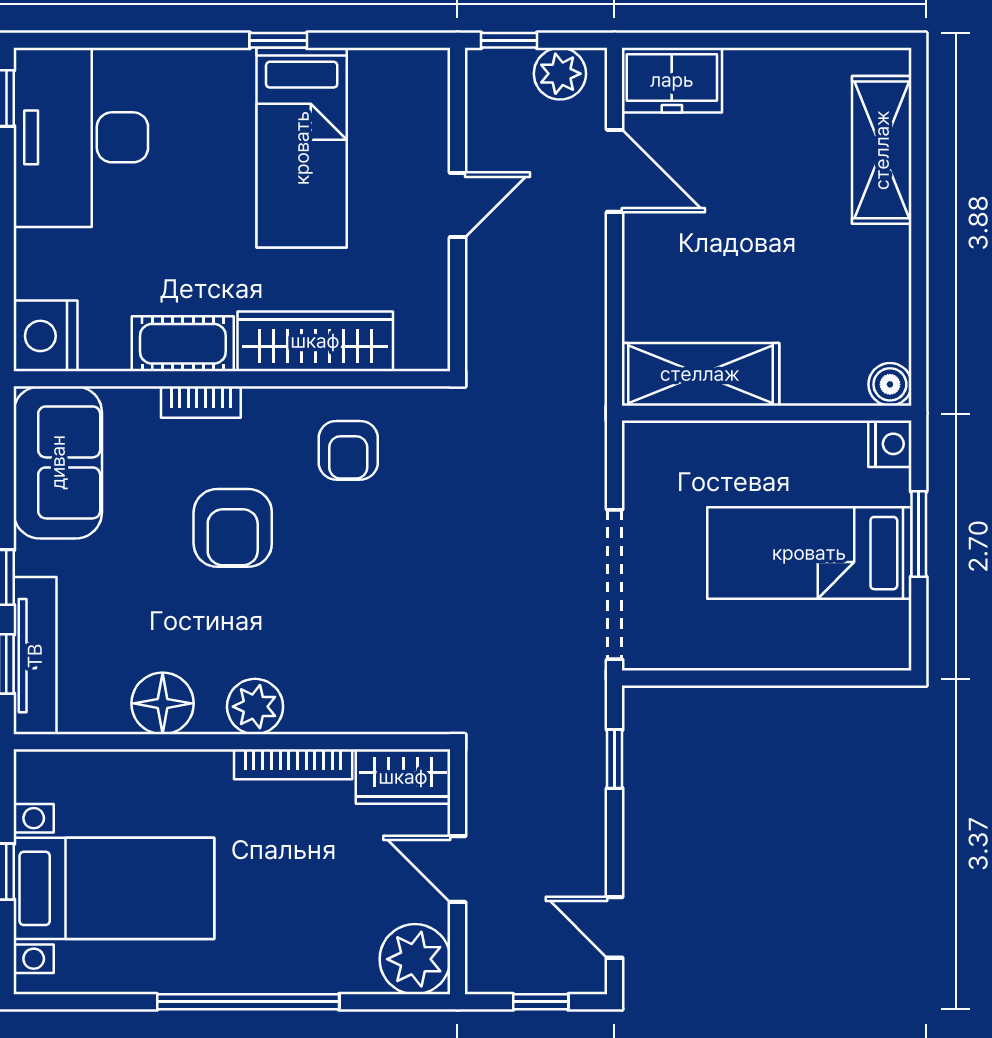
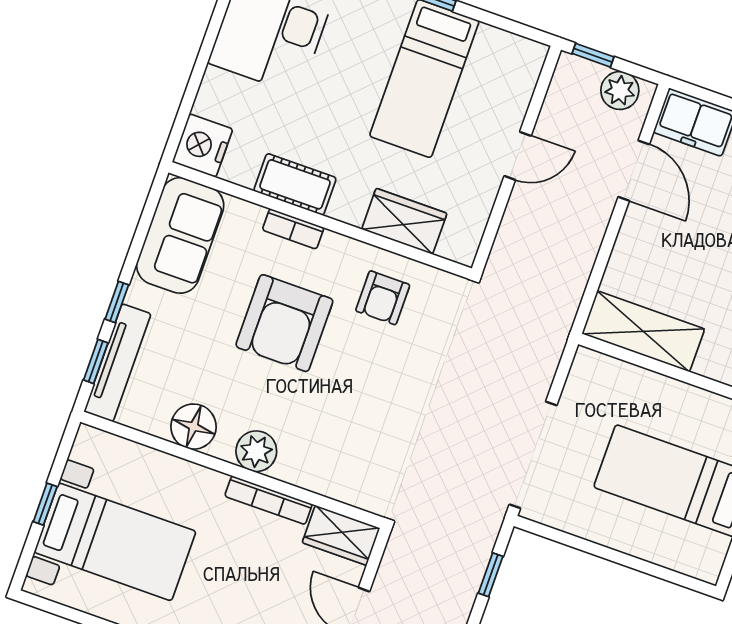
wardrobe: (315, 341) -> (404, 221), width x0.67
armchair: (233, 528) -> (284, 323), width x1.36, depth x1.36

